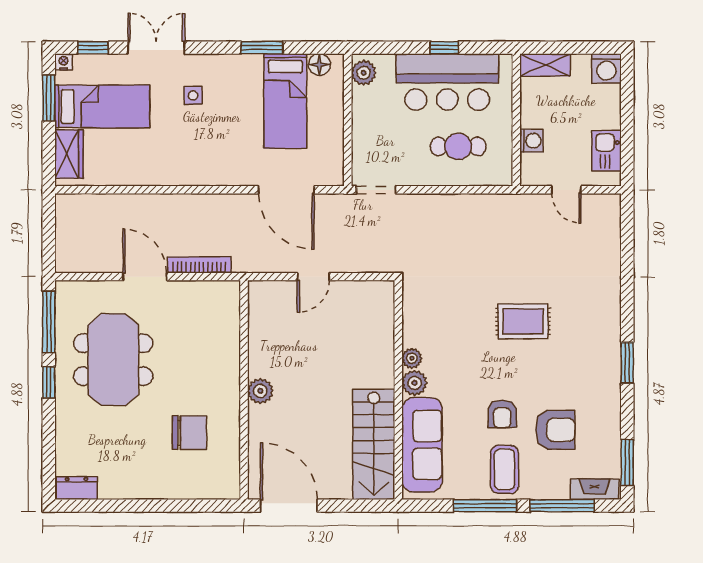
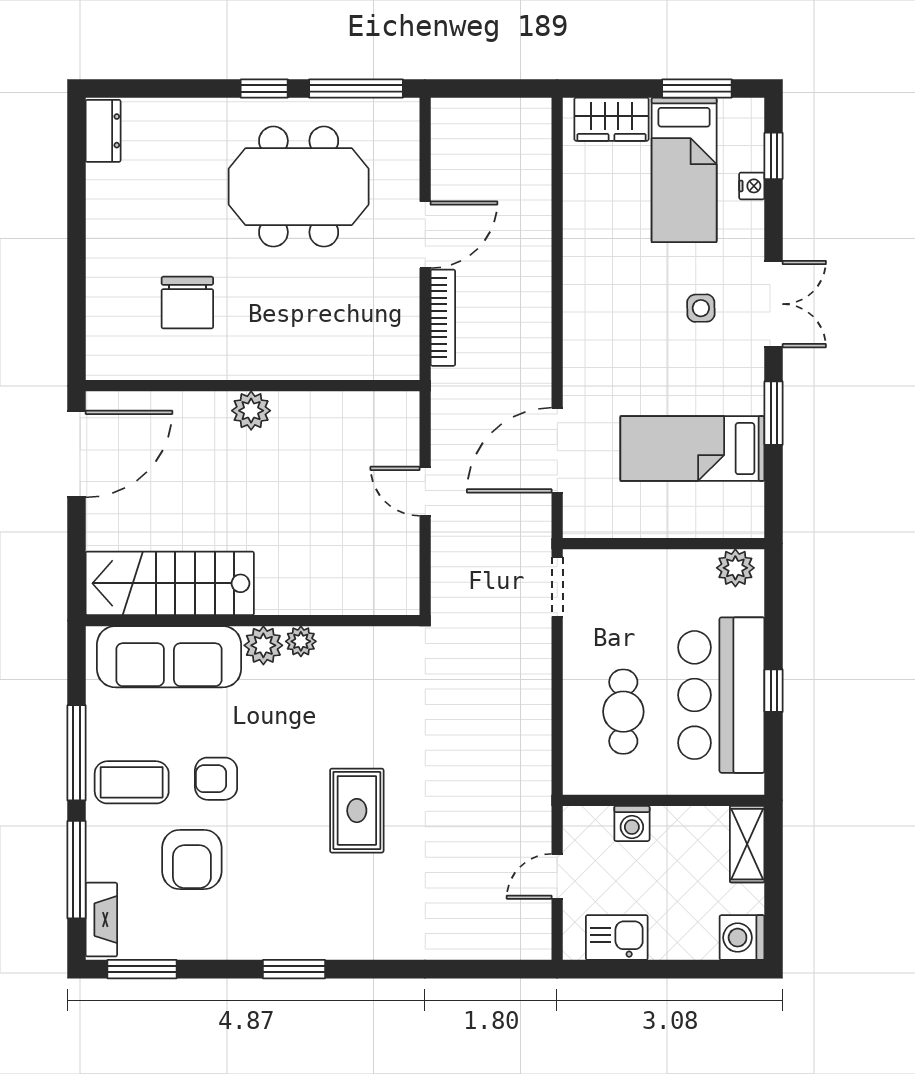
double door: (156, 48) -> (774, 304), moved
nightstand: (64, 62) -> (752, 186), moved
floor lamp: (319, 65) -> (748, 500), removed

